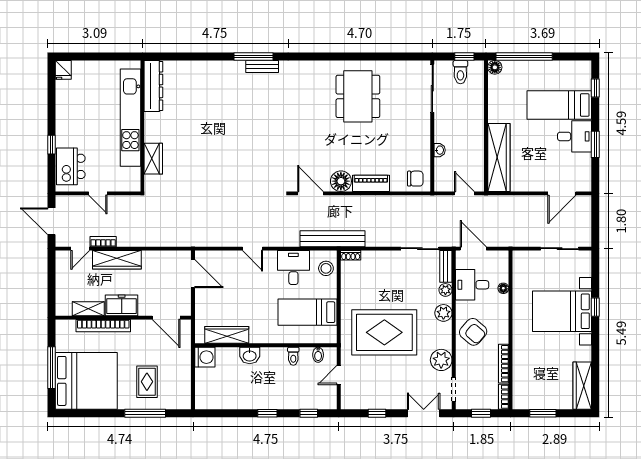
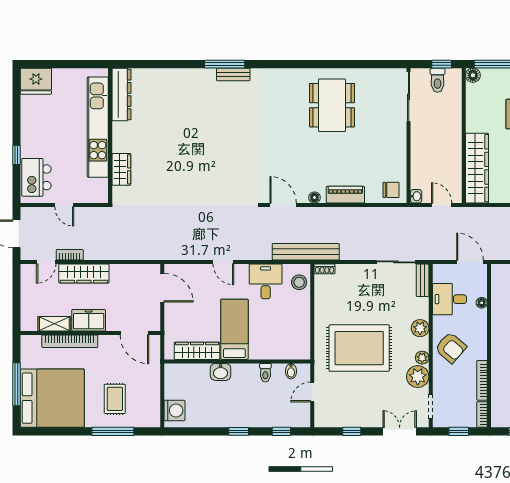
fridge: (63, 70) -> (36, 81), width x1.88, depth x1.34
washbasin: (440, 150) -> (416, 196), moved
floor lamp: (341, 181) -> (314, 198), width x0.53, depth x0.53
door: (473, 249) -> (470, 262), moved
plant: (445, 290) -> (422, 358), moved
bed: (308, 312) -> (234, 329), moved, turned 90
washing machine: (205, 357) -> (174, 410), moved

